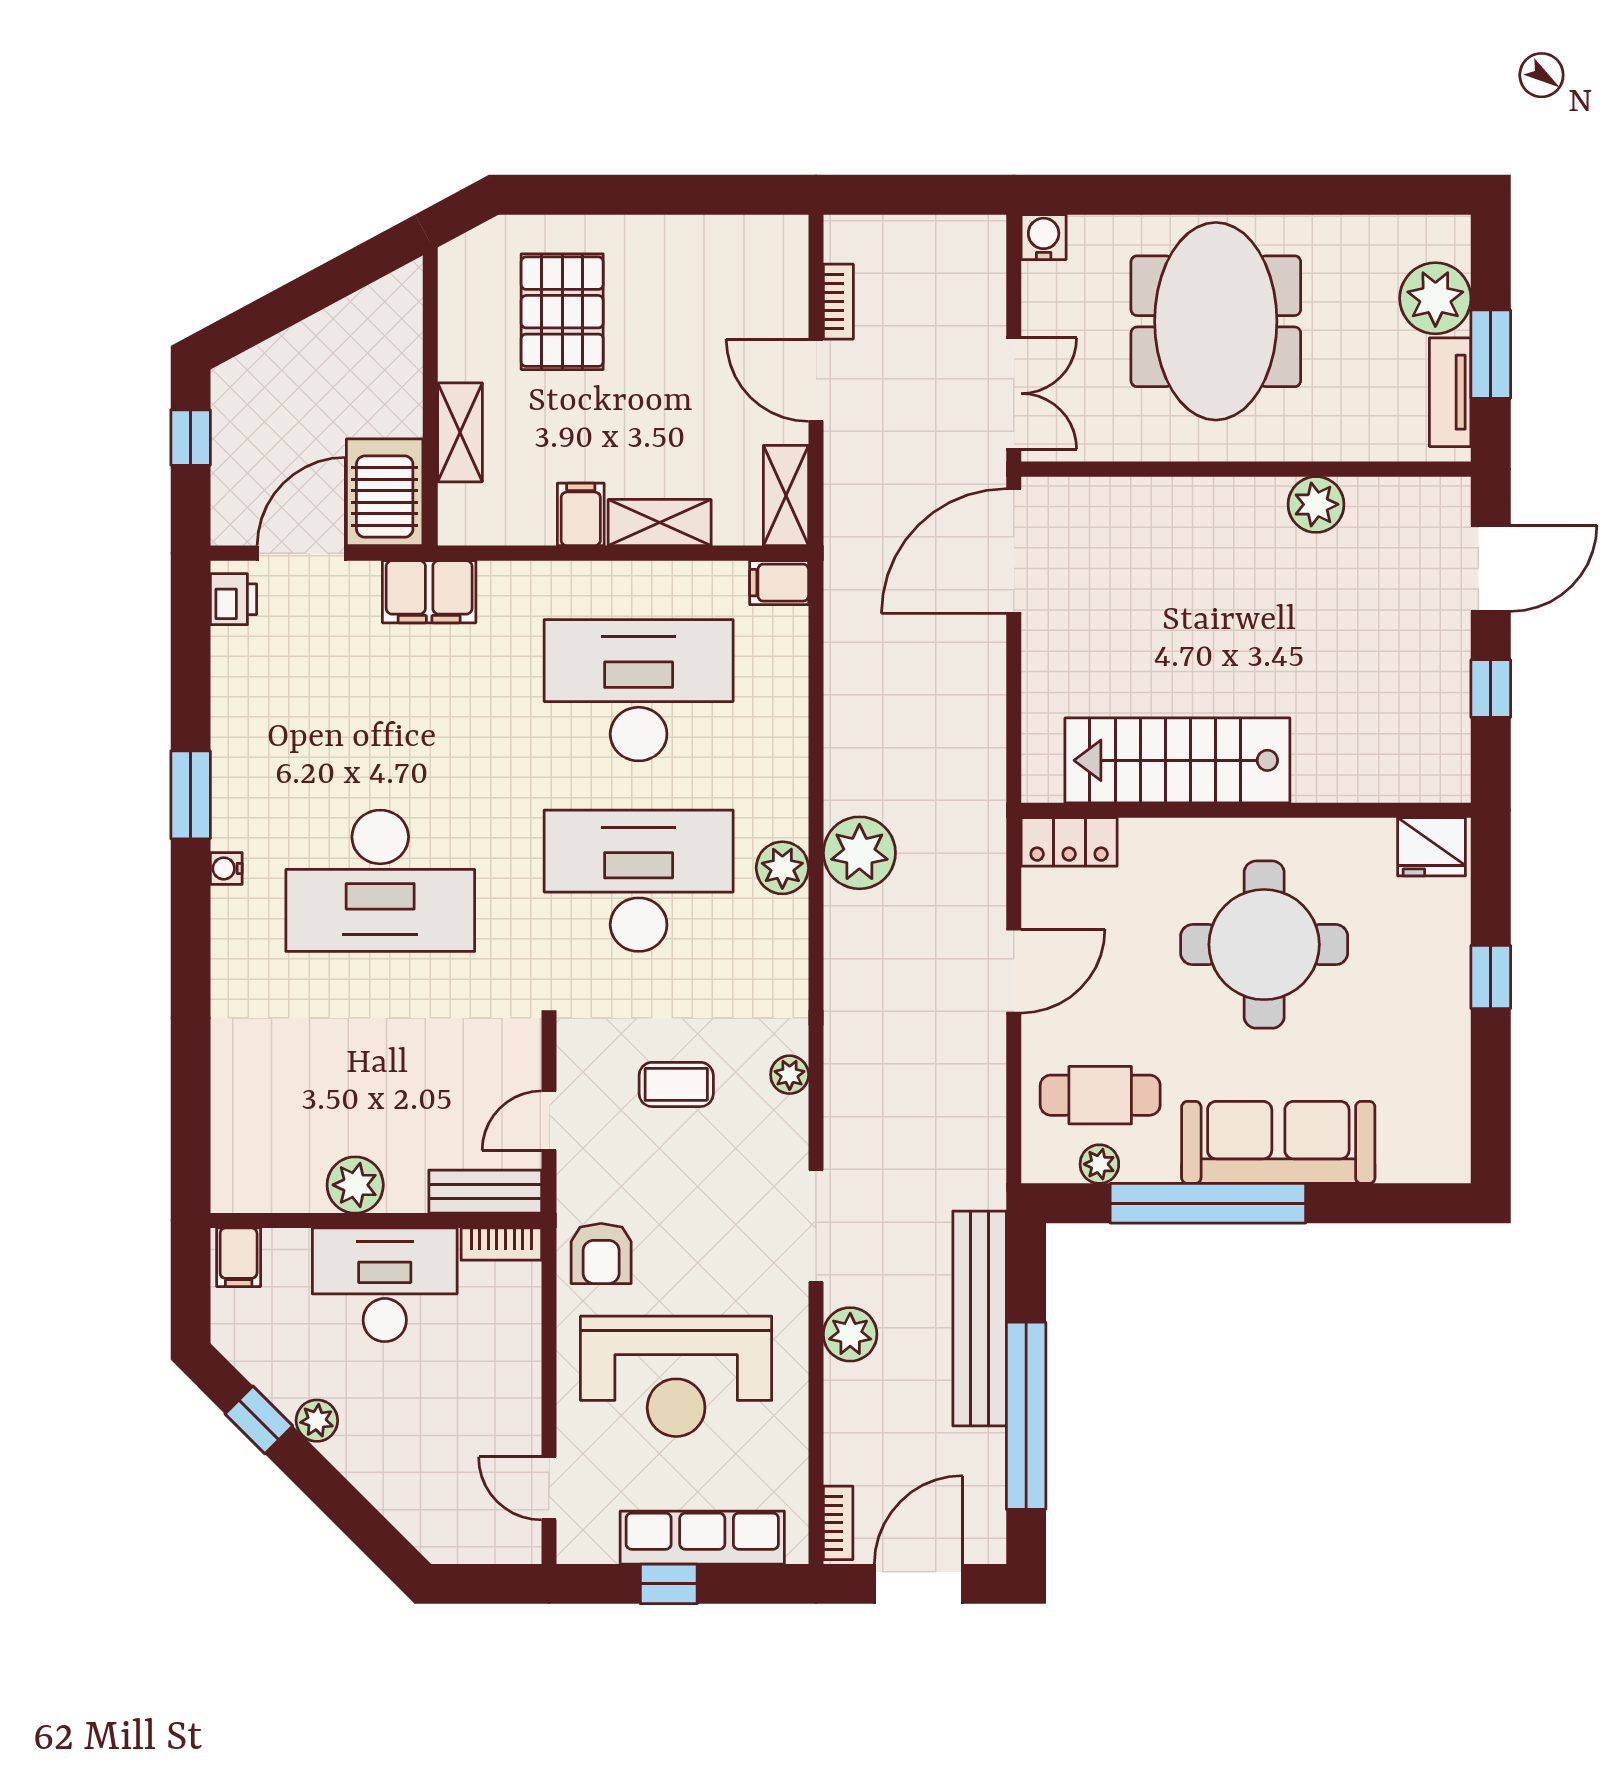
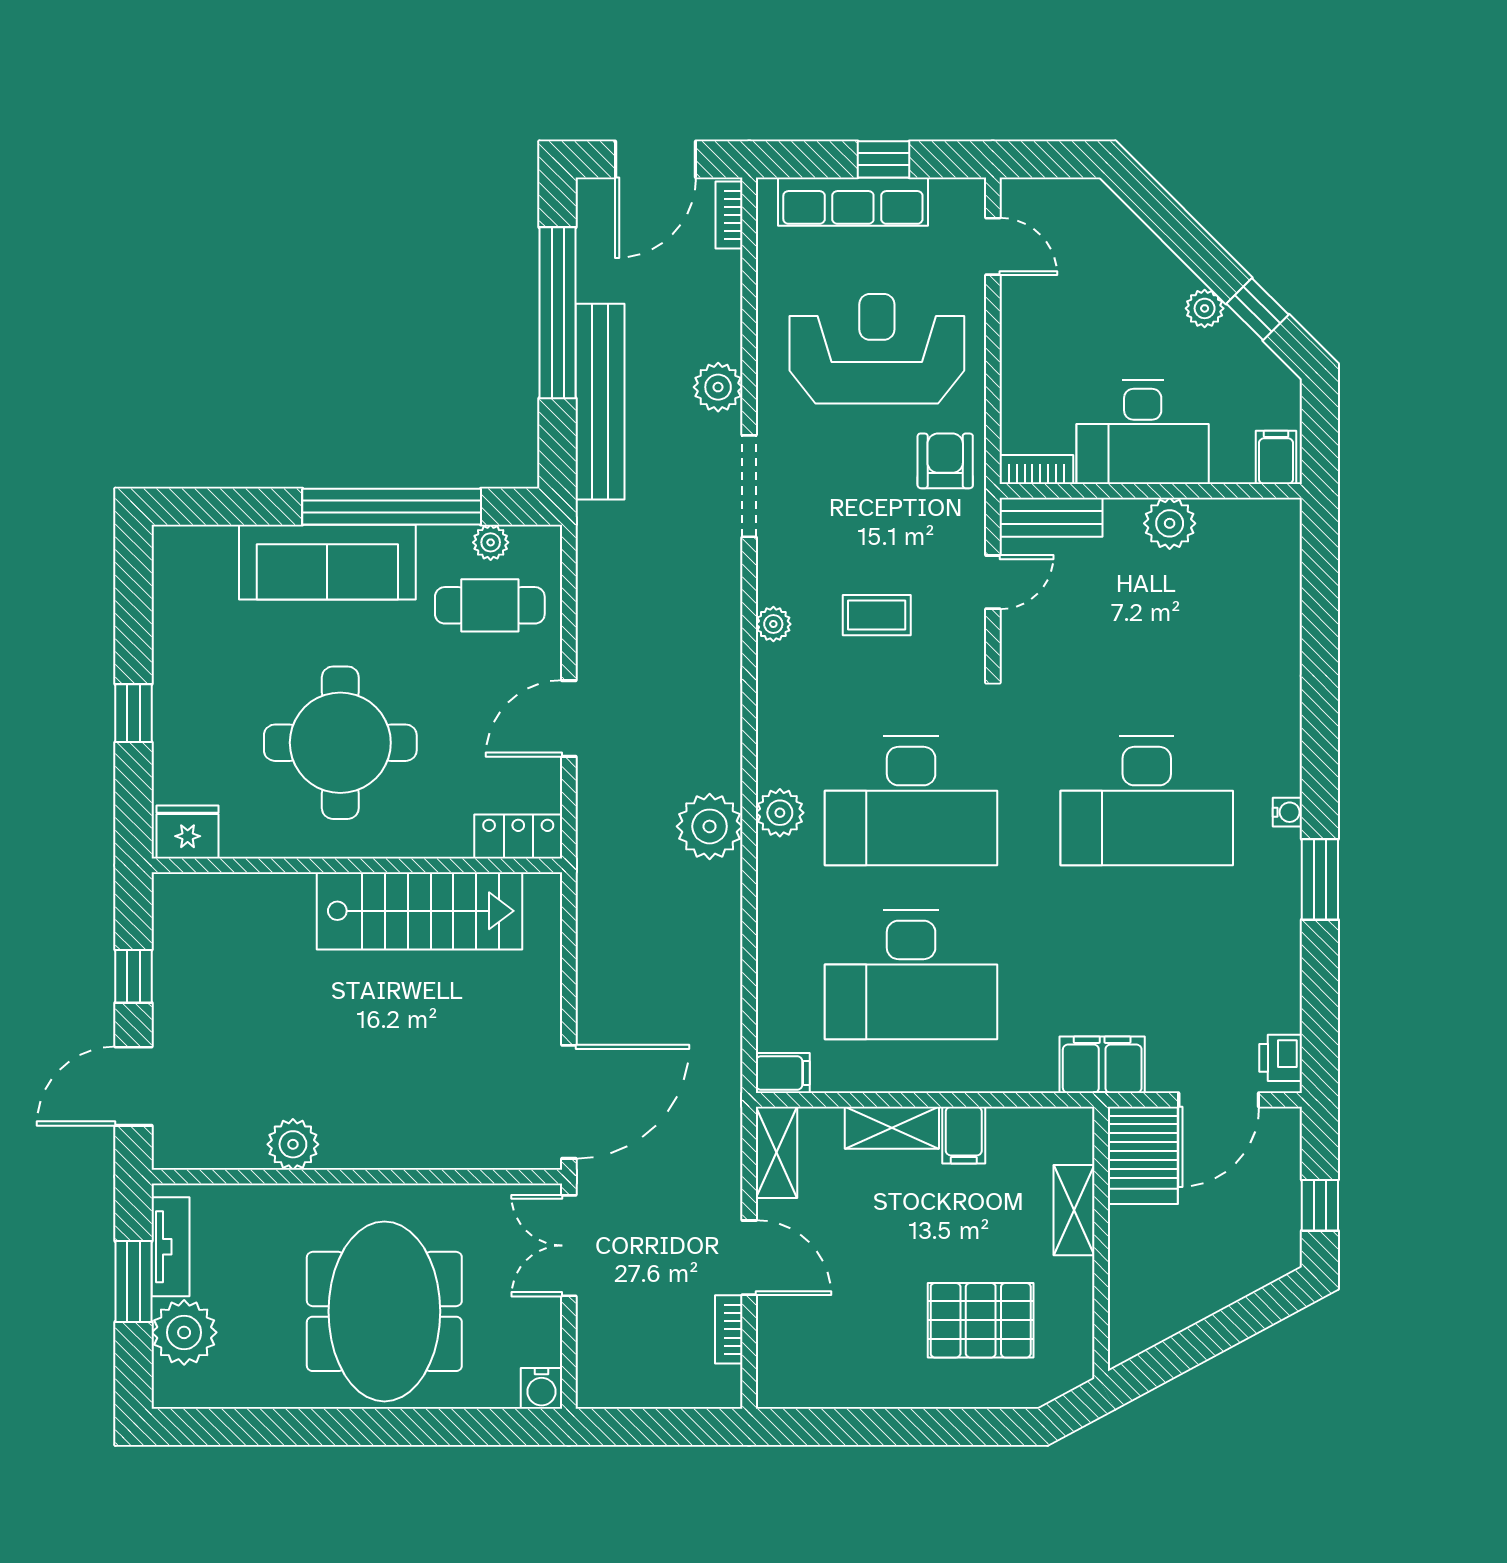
pallet: (562, 312) -> (981, 1320), turned 90
desk: (380, 881) -> (1147, 801), turned 180

